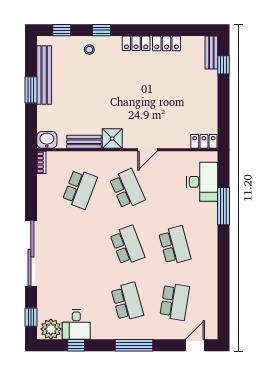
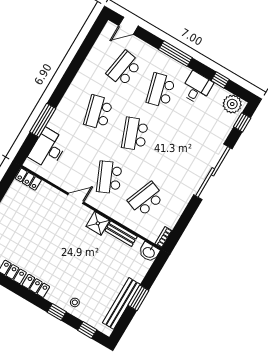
desk: (76, 324) -> (197, 88), moved

